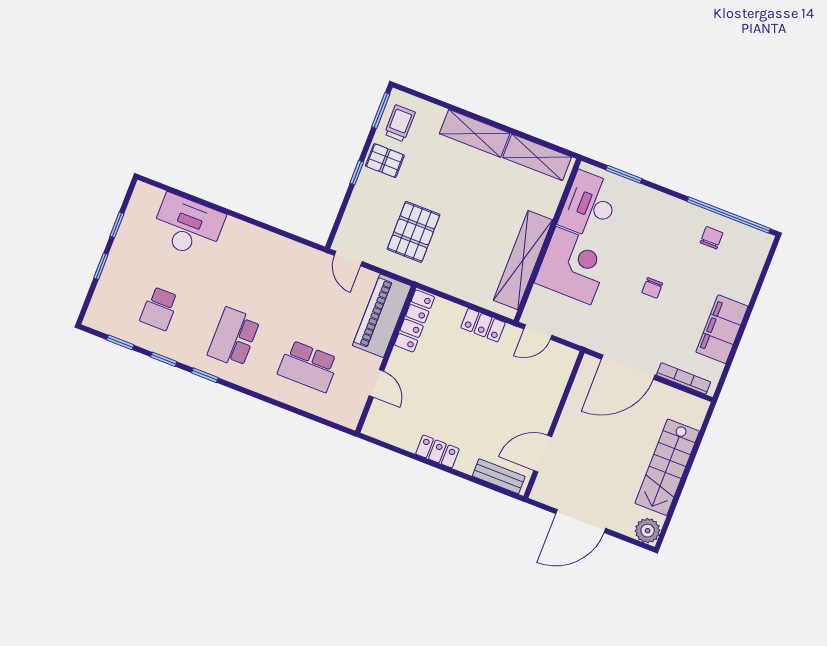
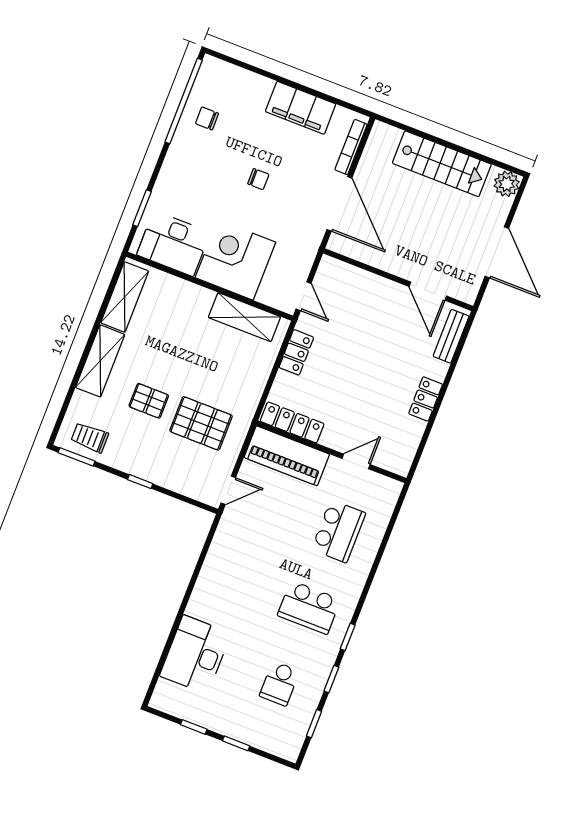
pallet: (385, 161) -> (149, 401), moved, turned 90
shelving: (523, 260) -> (244, 317), width x0.68
school desk: (159, 309) -> (279, 684), turned 90

